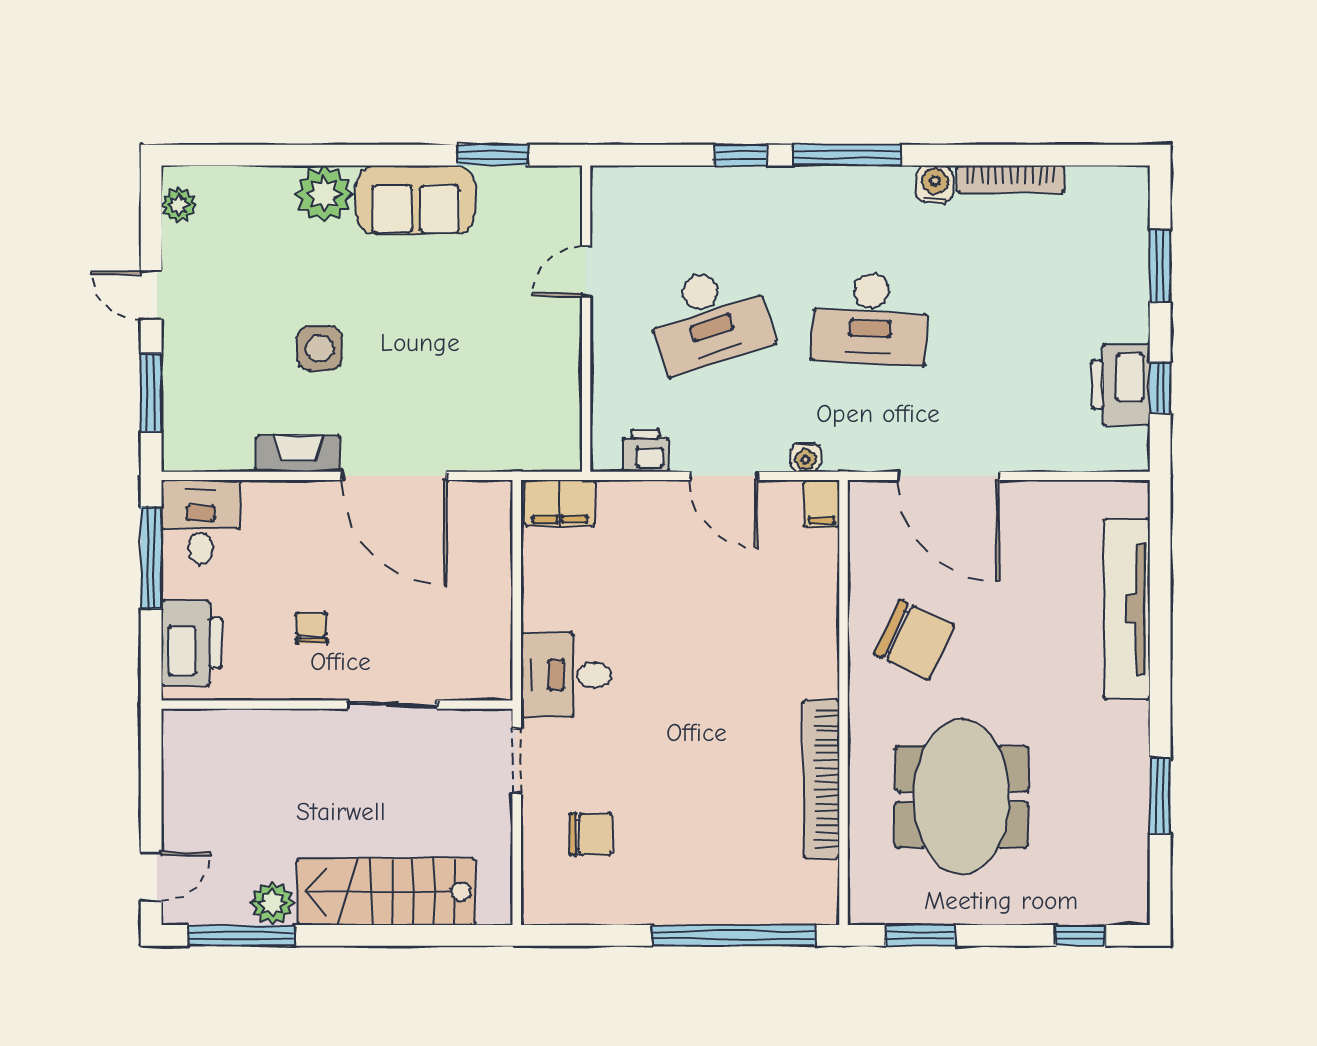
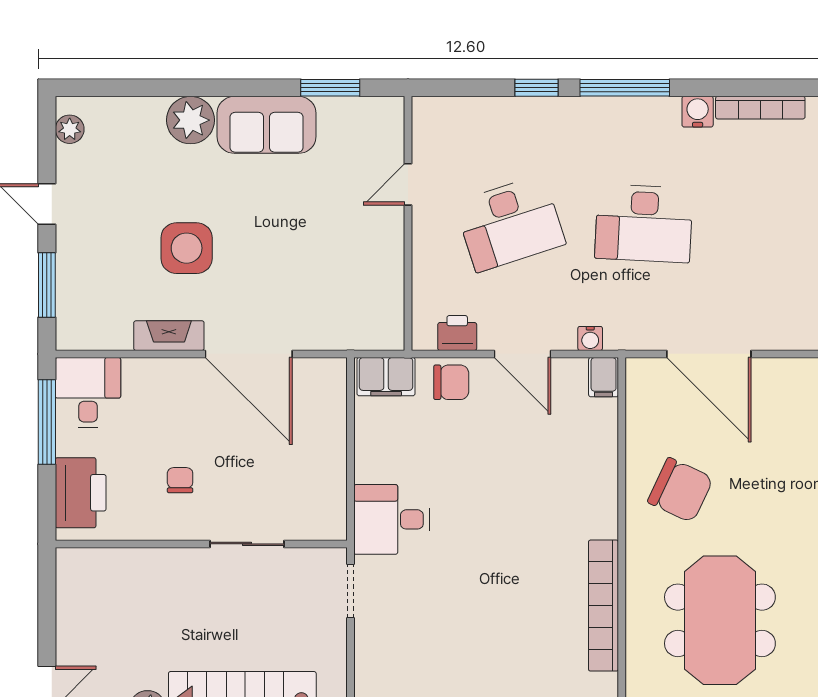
side table: (319, 348) -> (187, 248), width x1.37, depth x1.37
chair: (591, 834) -> (451, 382), moved

